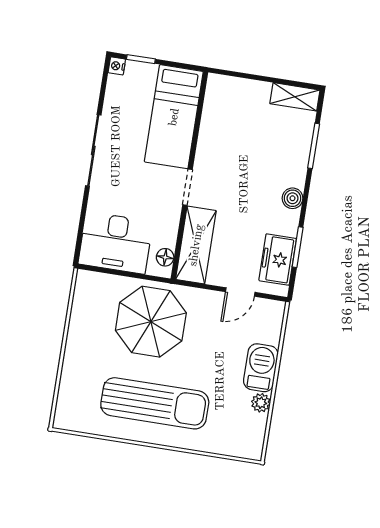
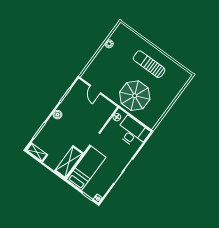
shelving: (196, 245) -> (69, 162), moved
freezer: (278, 260) -> (75, 94), removed
door: (240, 292) -> (95, 89), swing flipped
barbecue: (261, 368) -> (102, 57), removed
sun lounger: (155, 403) -> (149, 64), width x0.73, depth x0.75

